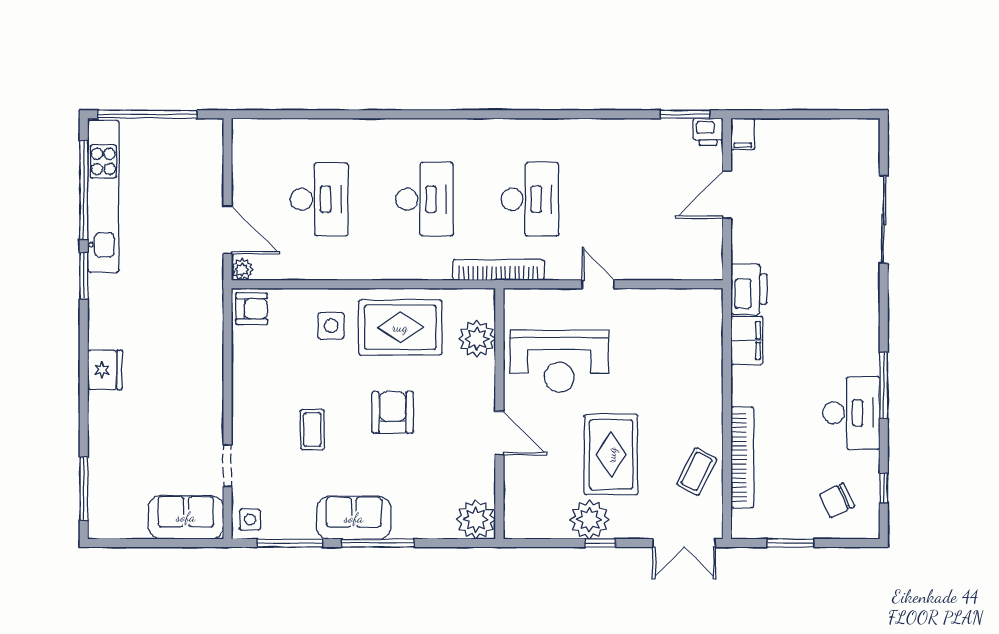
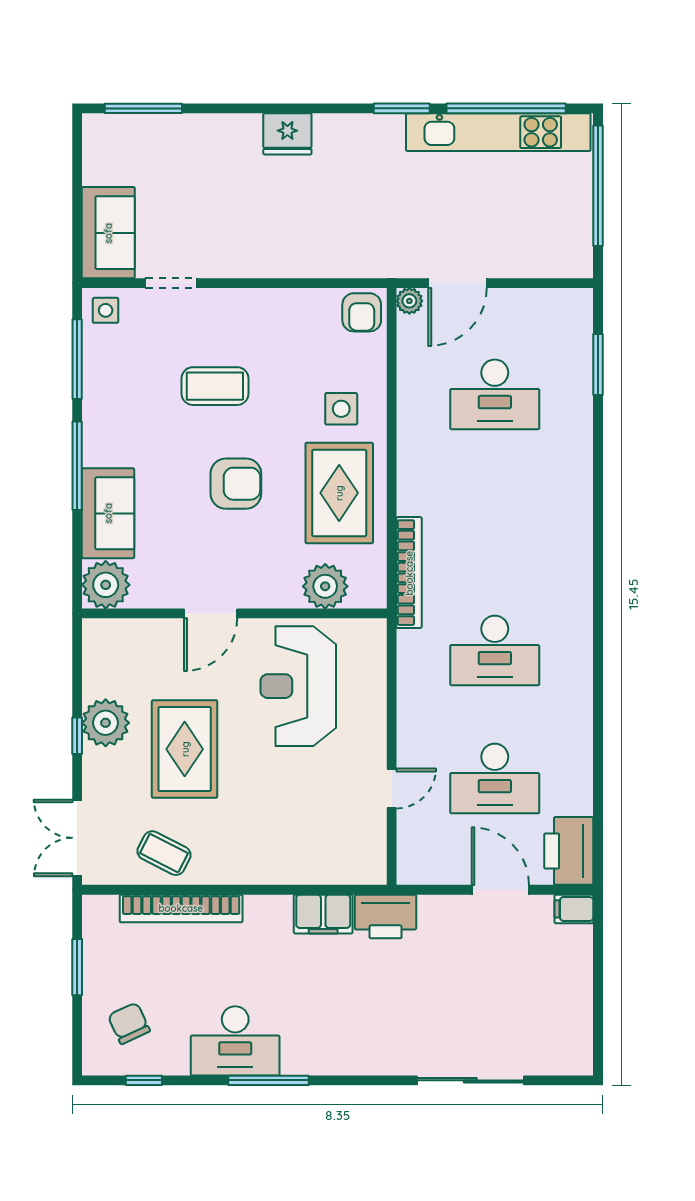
window: (685, 114) -> (598, 364), moved
printer: (708, 132) -> (569, 851), width x1.87, depth x1.48
desk: (424, 199) -> (495, 778), moved
bookcase: (499, 270) -> (409, 573), moved
door: (598, 284) -> (392, 788), moved
coffee table: (312, 430) -> (215, 386), width x1.36, depth x1.30
rug: (611, 455) -> (185, 749), turned 90
sofa: (354, 518) -> (108, 513), moved

